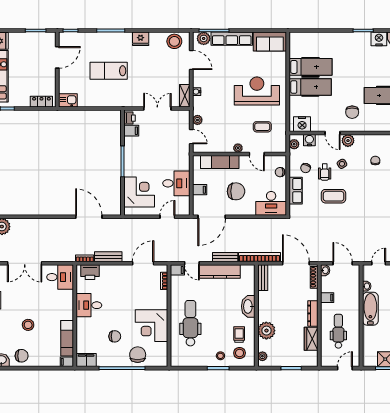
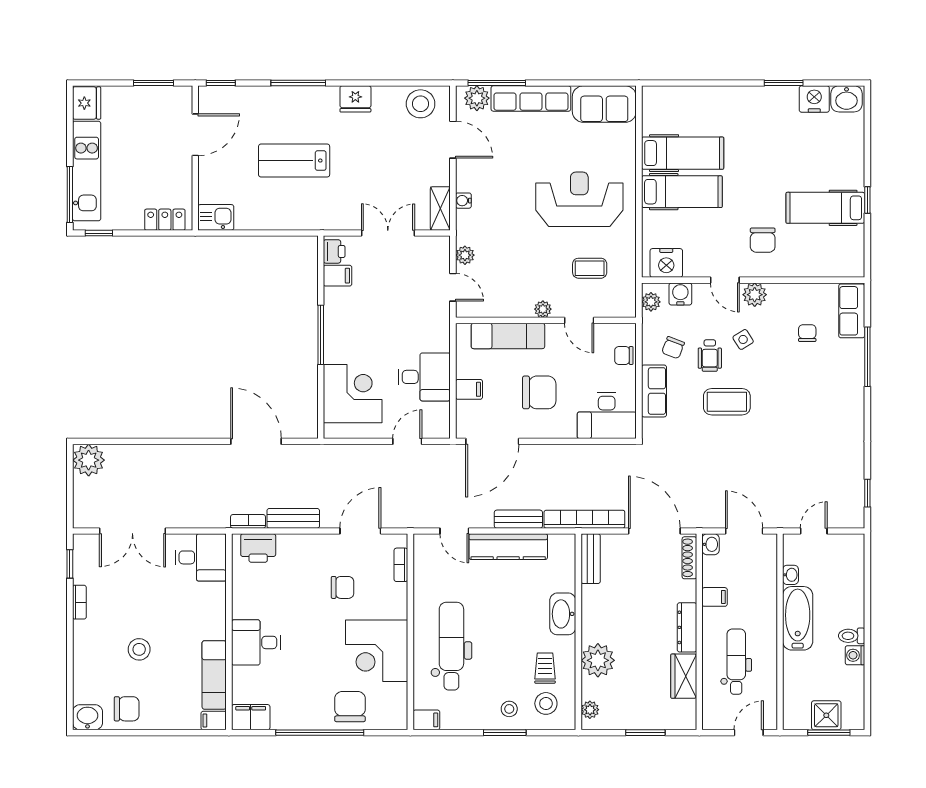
filing cabinet: (177, 270) -> (426, 720), moved
desk: (89, 305) -> (256, 642), moved
chair: (115, 336) -> (343, 587), moved

